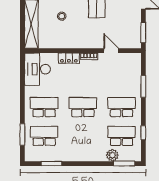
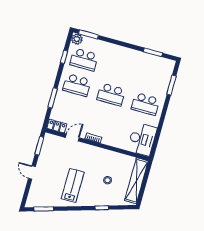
door: (111, 51) -> (72, 138), swing flipped
locker: (69, 58) -> (57, 126), moved
school desk: (44, 136) -> (153, 79), removed
plant: (112, 155) -> (77, 39), moved

